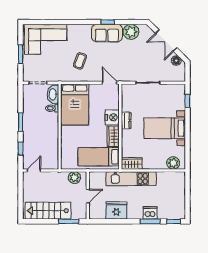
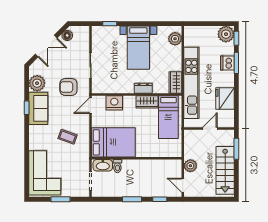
armchair: (127, 62) -> (68, 87), added
nightstand: (112, 117) -> (114, 103), moved
dresser: (126, 121) -> (143, 88), moved
plant: (74, 178) -> (190, 166), moved
kitchen unit: (131, 179) -> (191, 83), width x1.36
door: (88, 196) -> (210, 129), hinge flipped
plant: (178, 211) -> (226, 34), added

